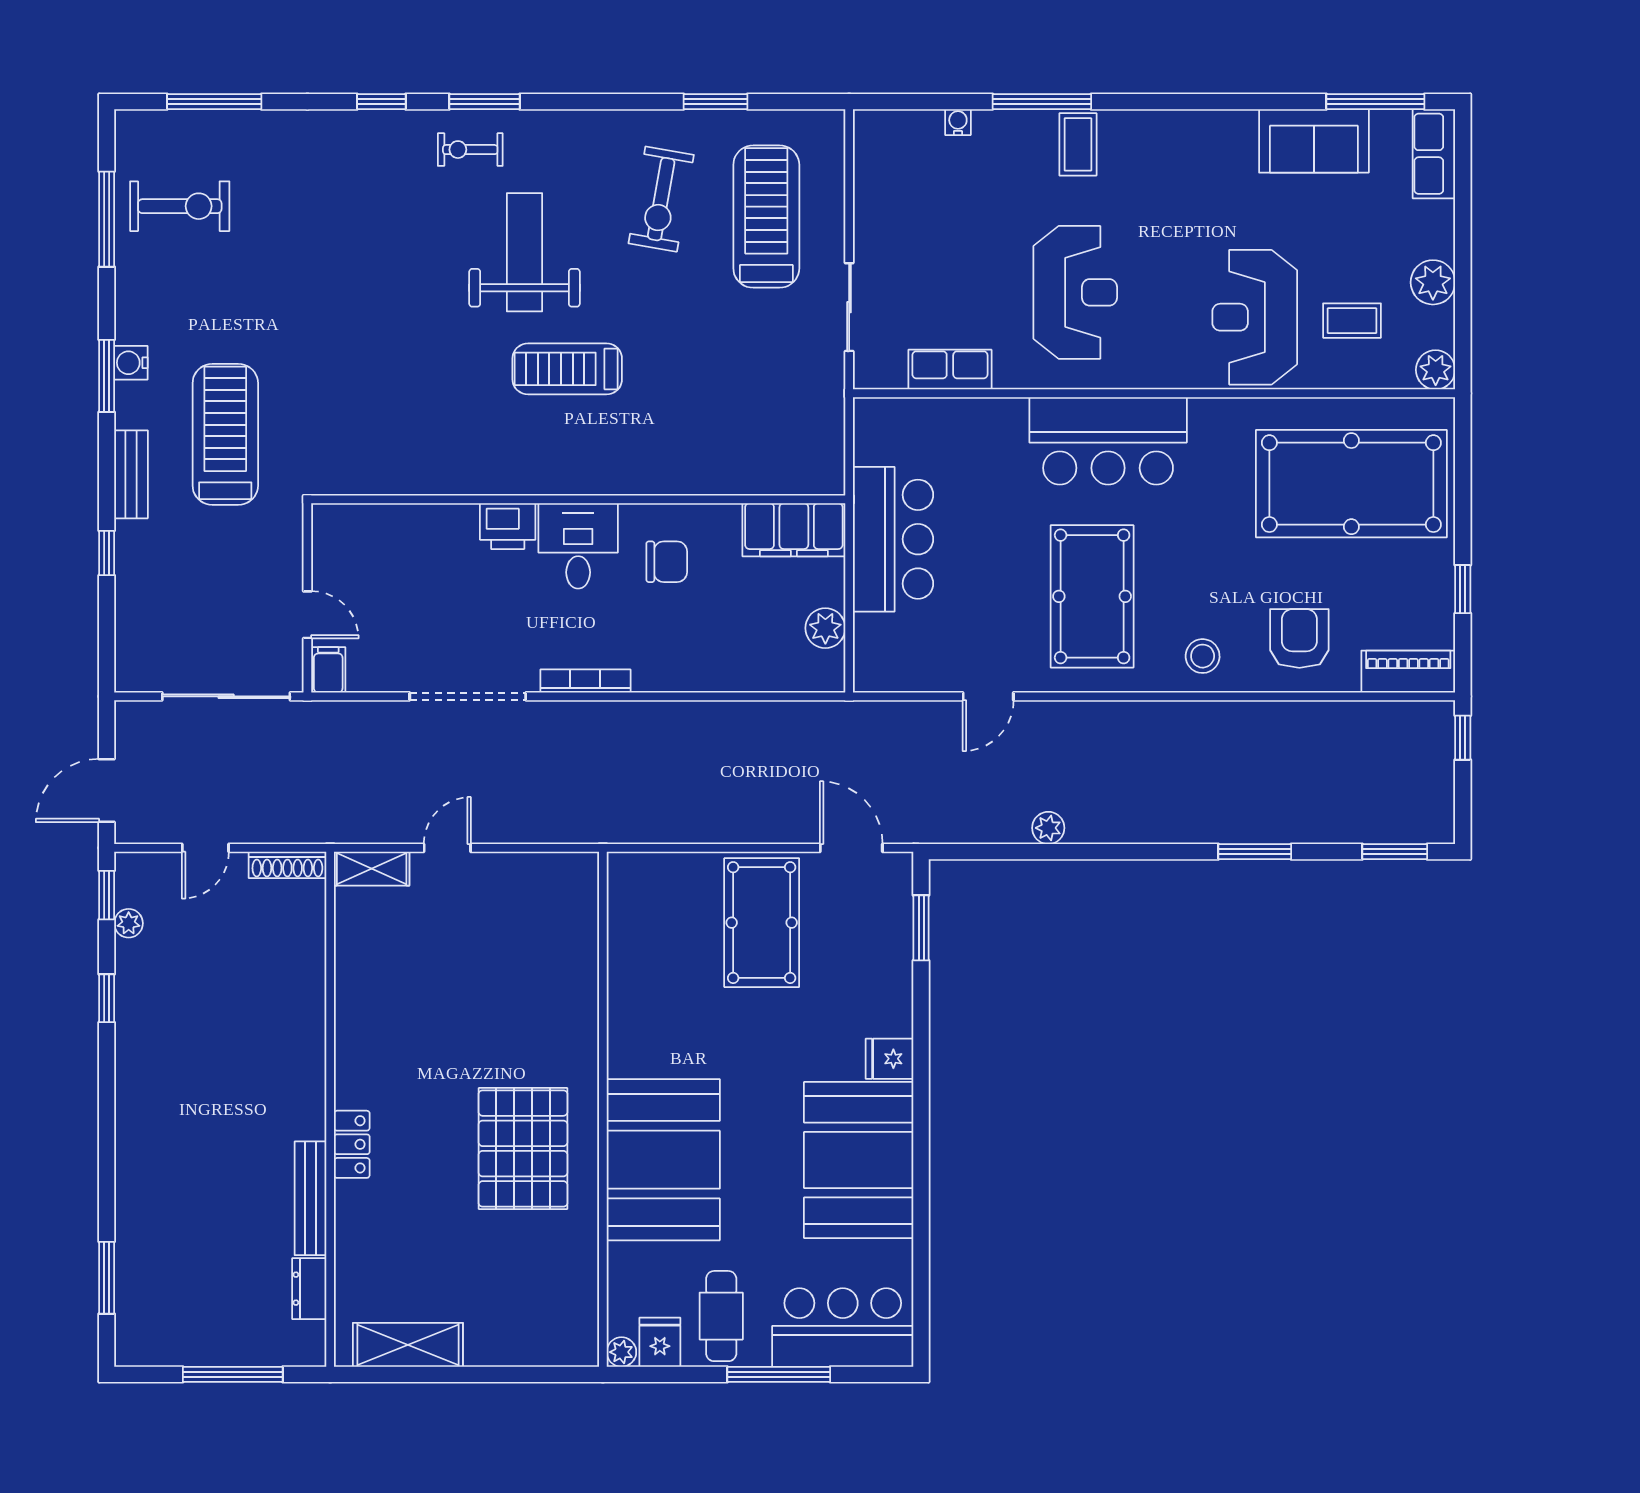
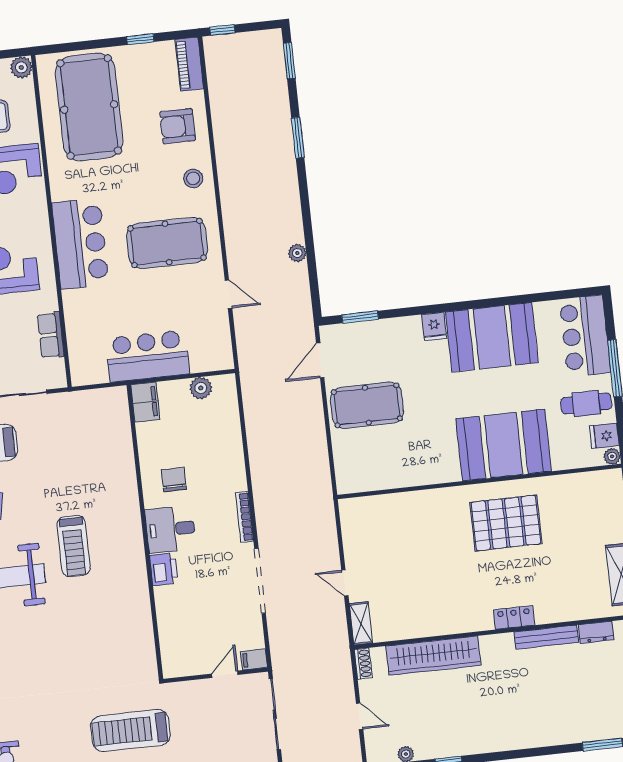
filing cabinet: (794, 530) -> (145, 402), width x0.67, depth x0.86
shoe rack: (287, 865) -> (363, 664), width x0.70
wardrobe: (299, 992) -> (433, 656), added

